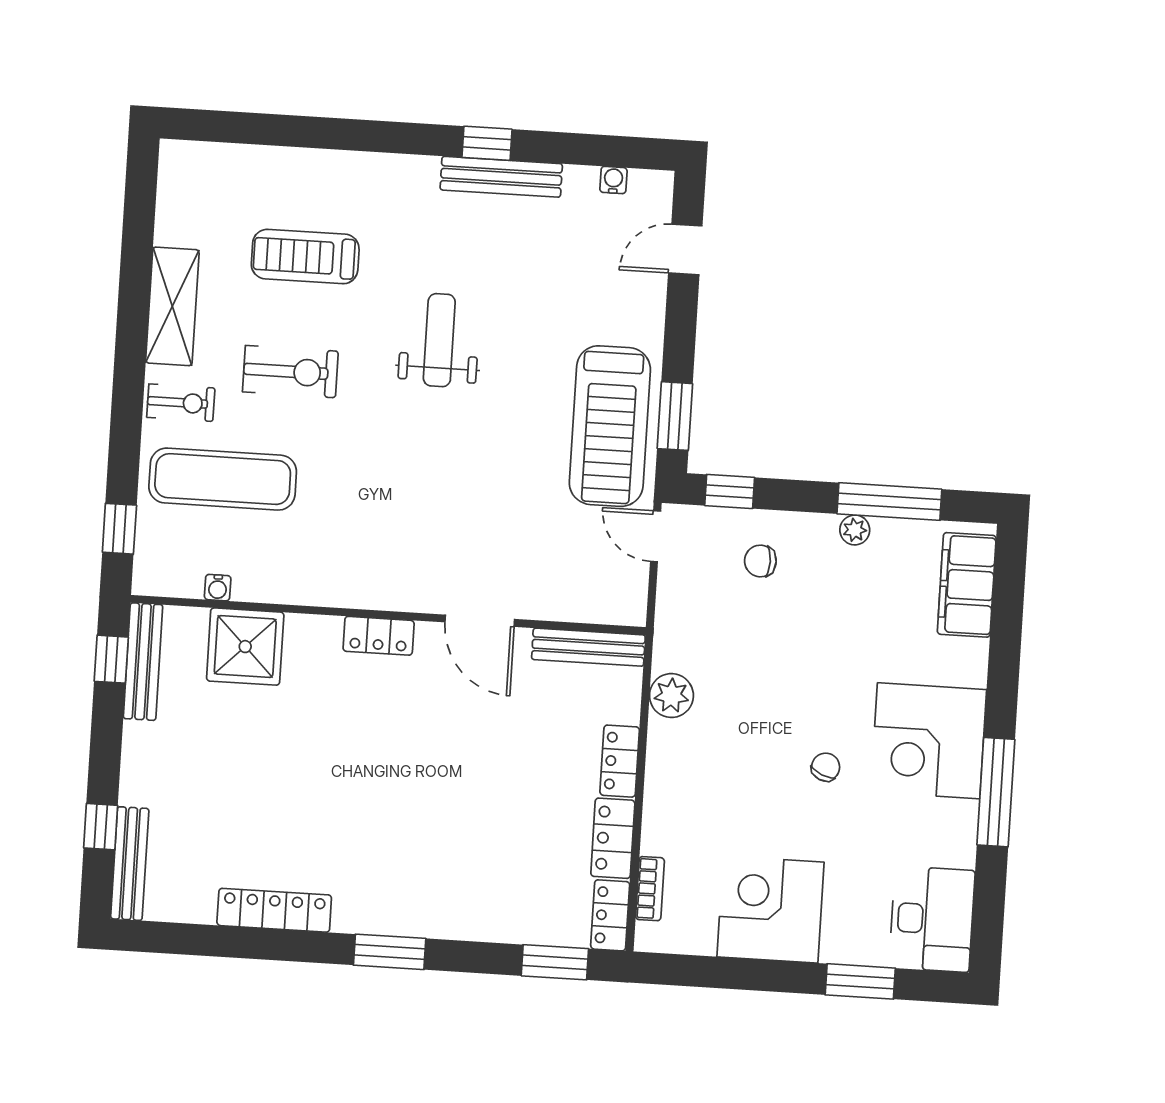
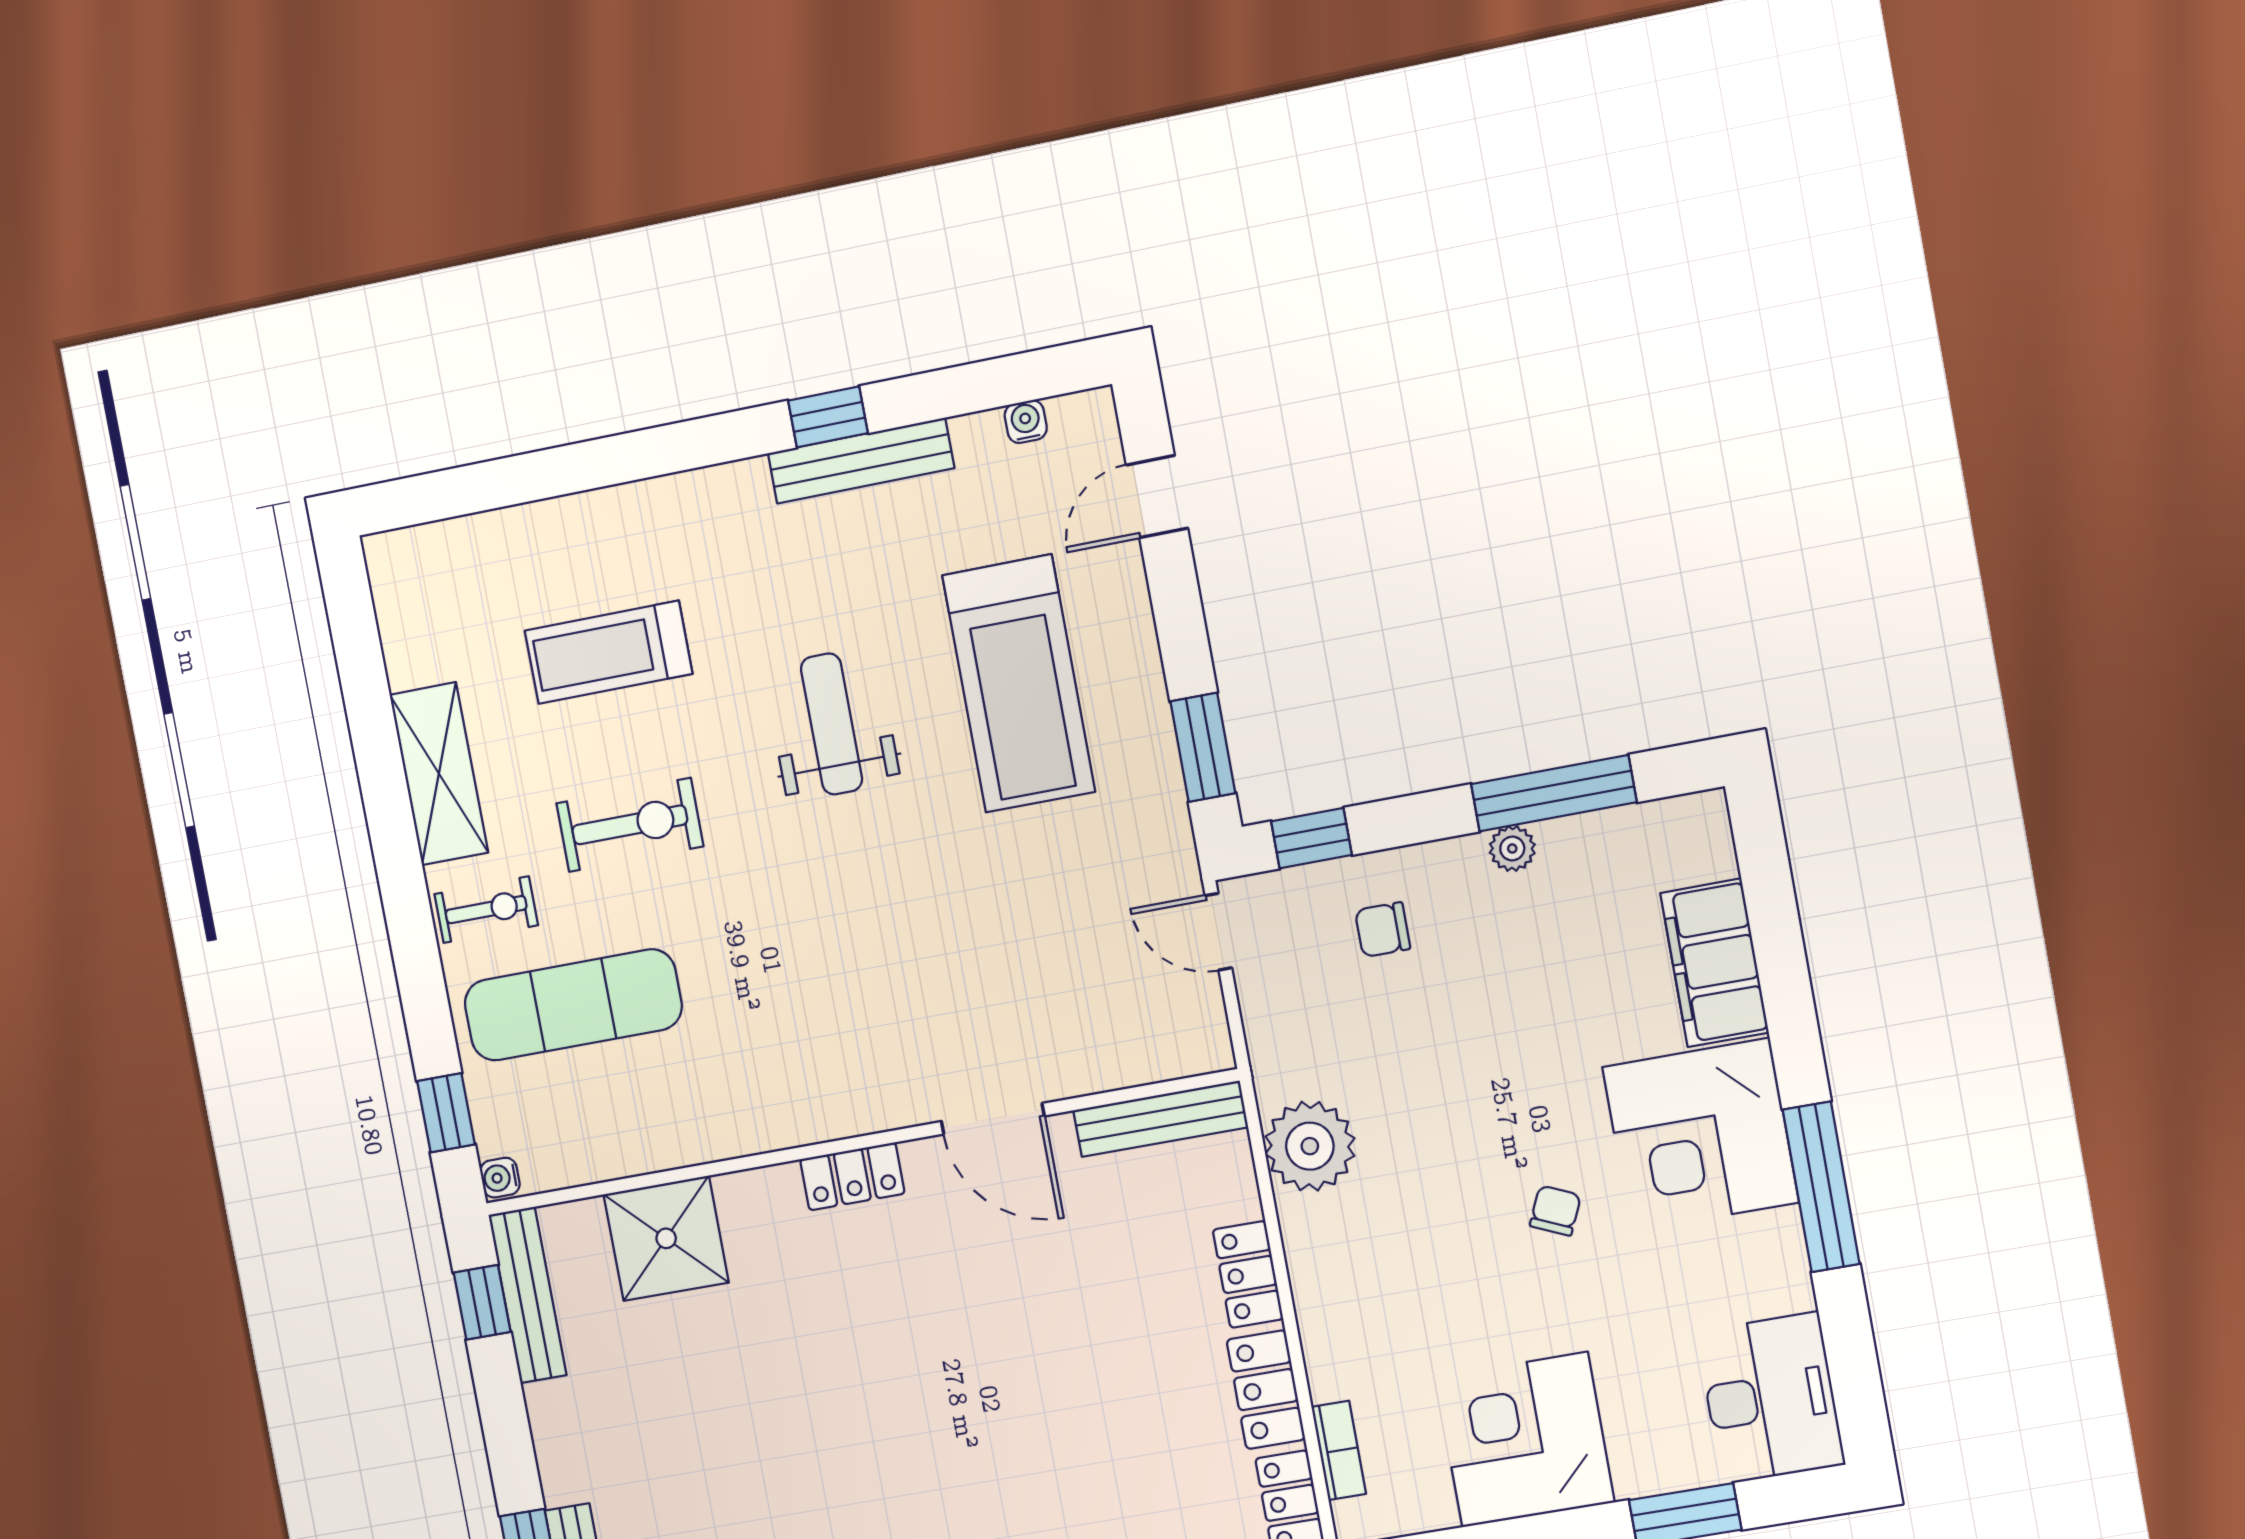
treadmill: (610, 426) -> (1019, 684), moved
filing cabinet: (967, 585) -> (1715, 963), moved
water cooler: (218, 588) -> (500, 1178), moved, turned 90
plant: (671, 696) -> (1310, 1146), width x1.36, depth x1.36

